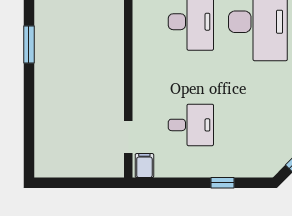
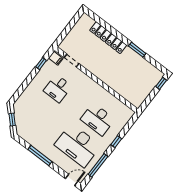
locker: (46, 106) -> (108, 38), added
window: (222, 183) -> (41, 64), moved

